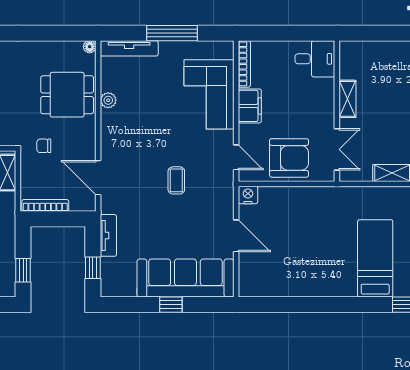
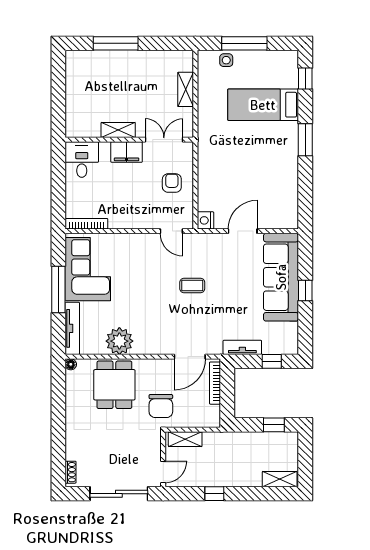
corner sofa: (209, 94) -> (88, 269), moved, turned -90
plant: (108, 100) -> (119, 341), width x1.88, depth x1.88
filing cabinet: (250, 106) -> (127, 152), moved, turned 180
chair: (44, 146) -> (161, 406), width x1.87, depth x1.87
door: (236, 157) -> (171, 231), swing flipped
armchair: (289, 158) -> (172, 183), width x0.53, depth x0.53
bookcase: (45, 205) -> (215, 383), moved
window: (337, 305) -> (305, 140), added

